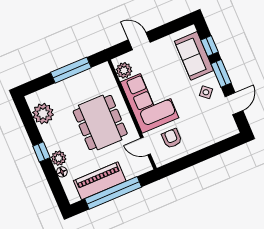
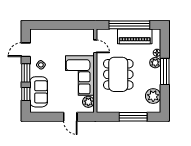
window: (71, 70) -> (133, 117), moved
armchair: (172, 138) -> (76, 44), removed
window: (41, 152) -> (165, 71), width x2.17

